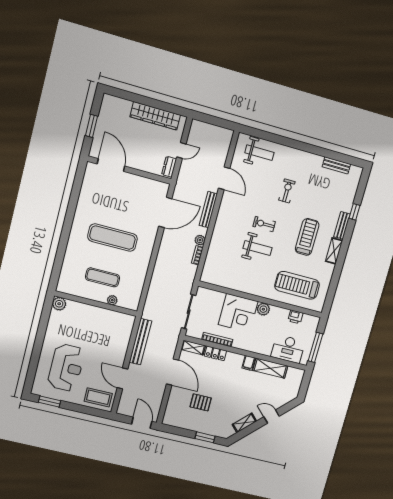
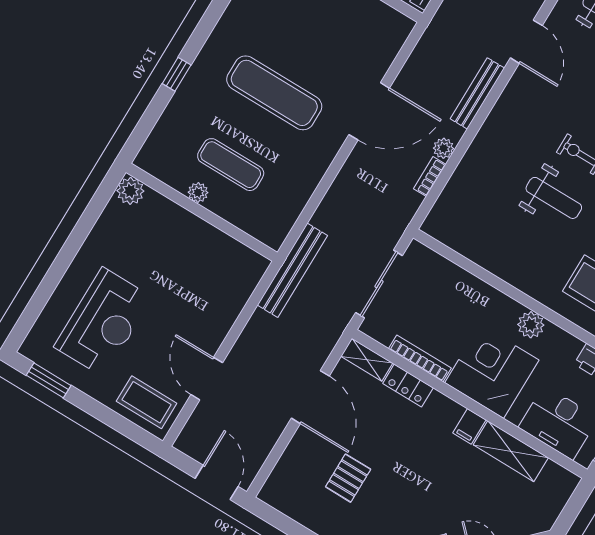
door: (165, 213) -> (369, 111), moved
window: (63, 242) -> (177, 74), added
plant: (112, 300) -> (198, 192), moved
corner desk: (238, 313) -> (492, 371), moved, turned 180
bench: (140, 342) -> (292, 270), moved
pallet: (201, 402) -> (348, 478), turned 90

